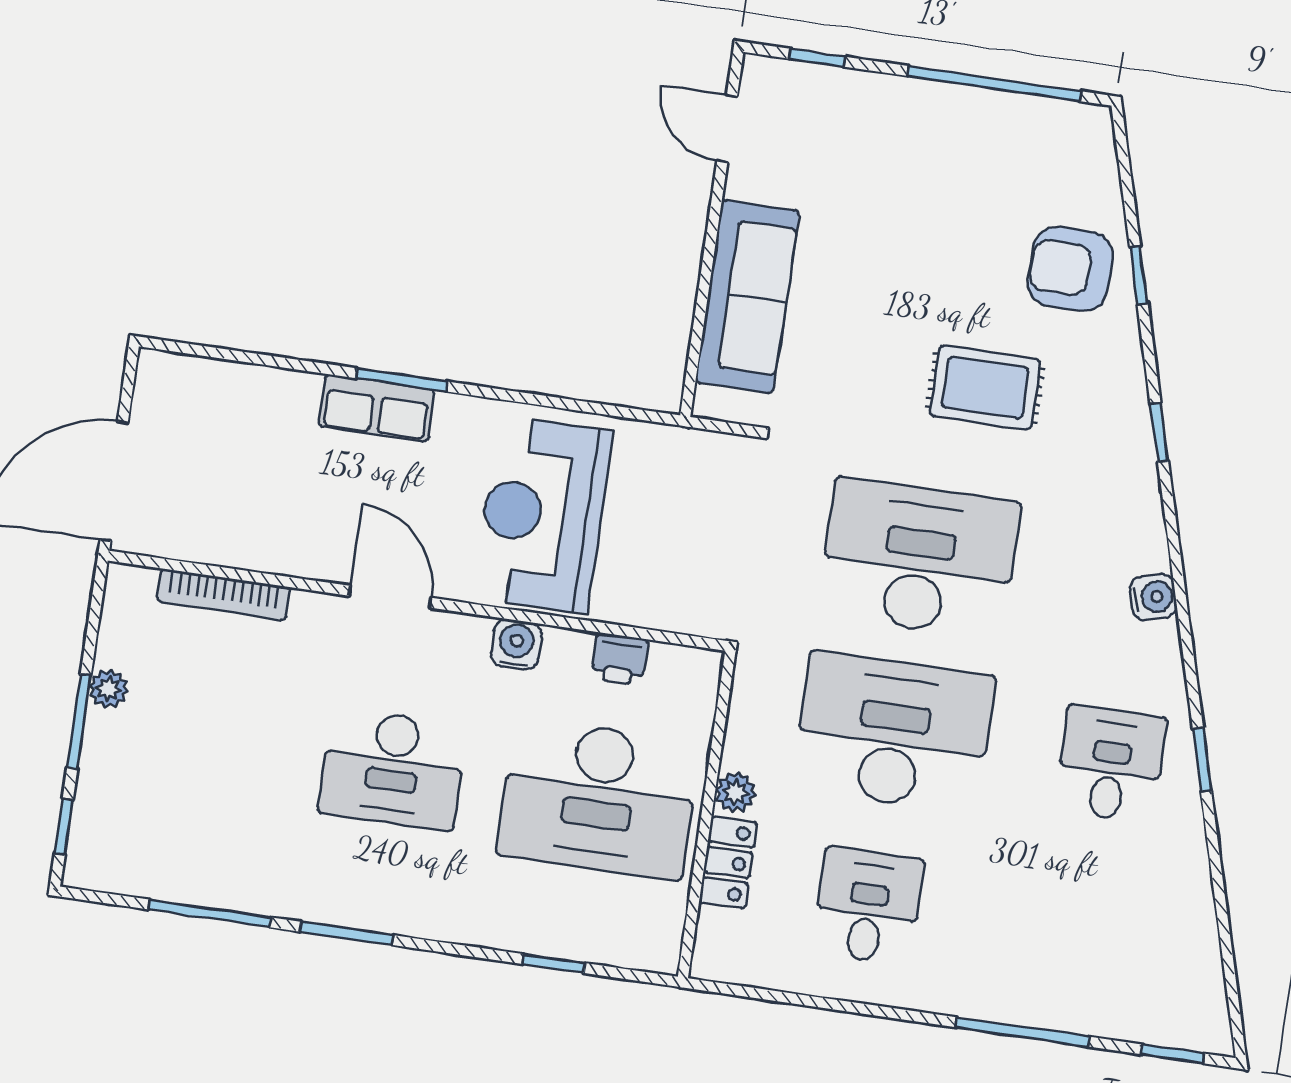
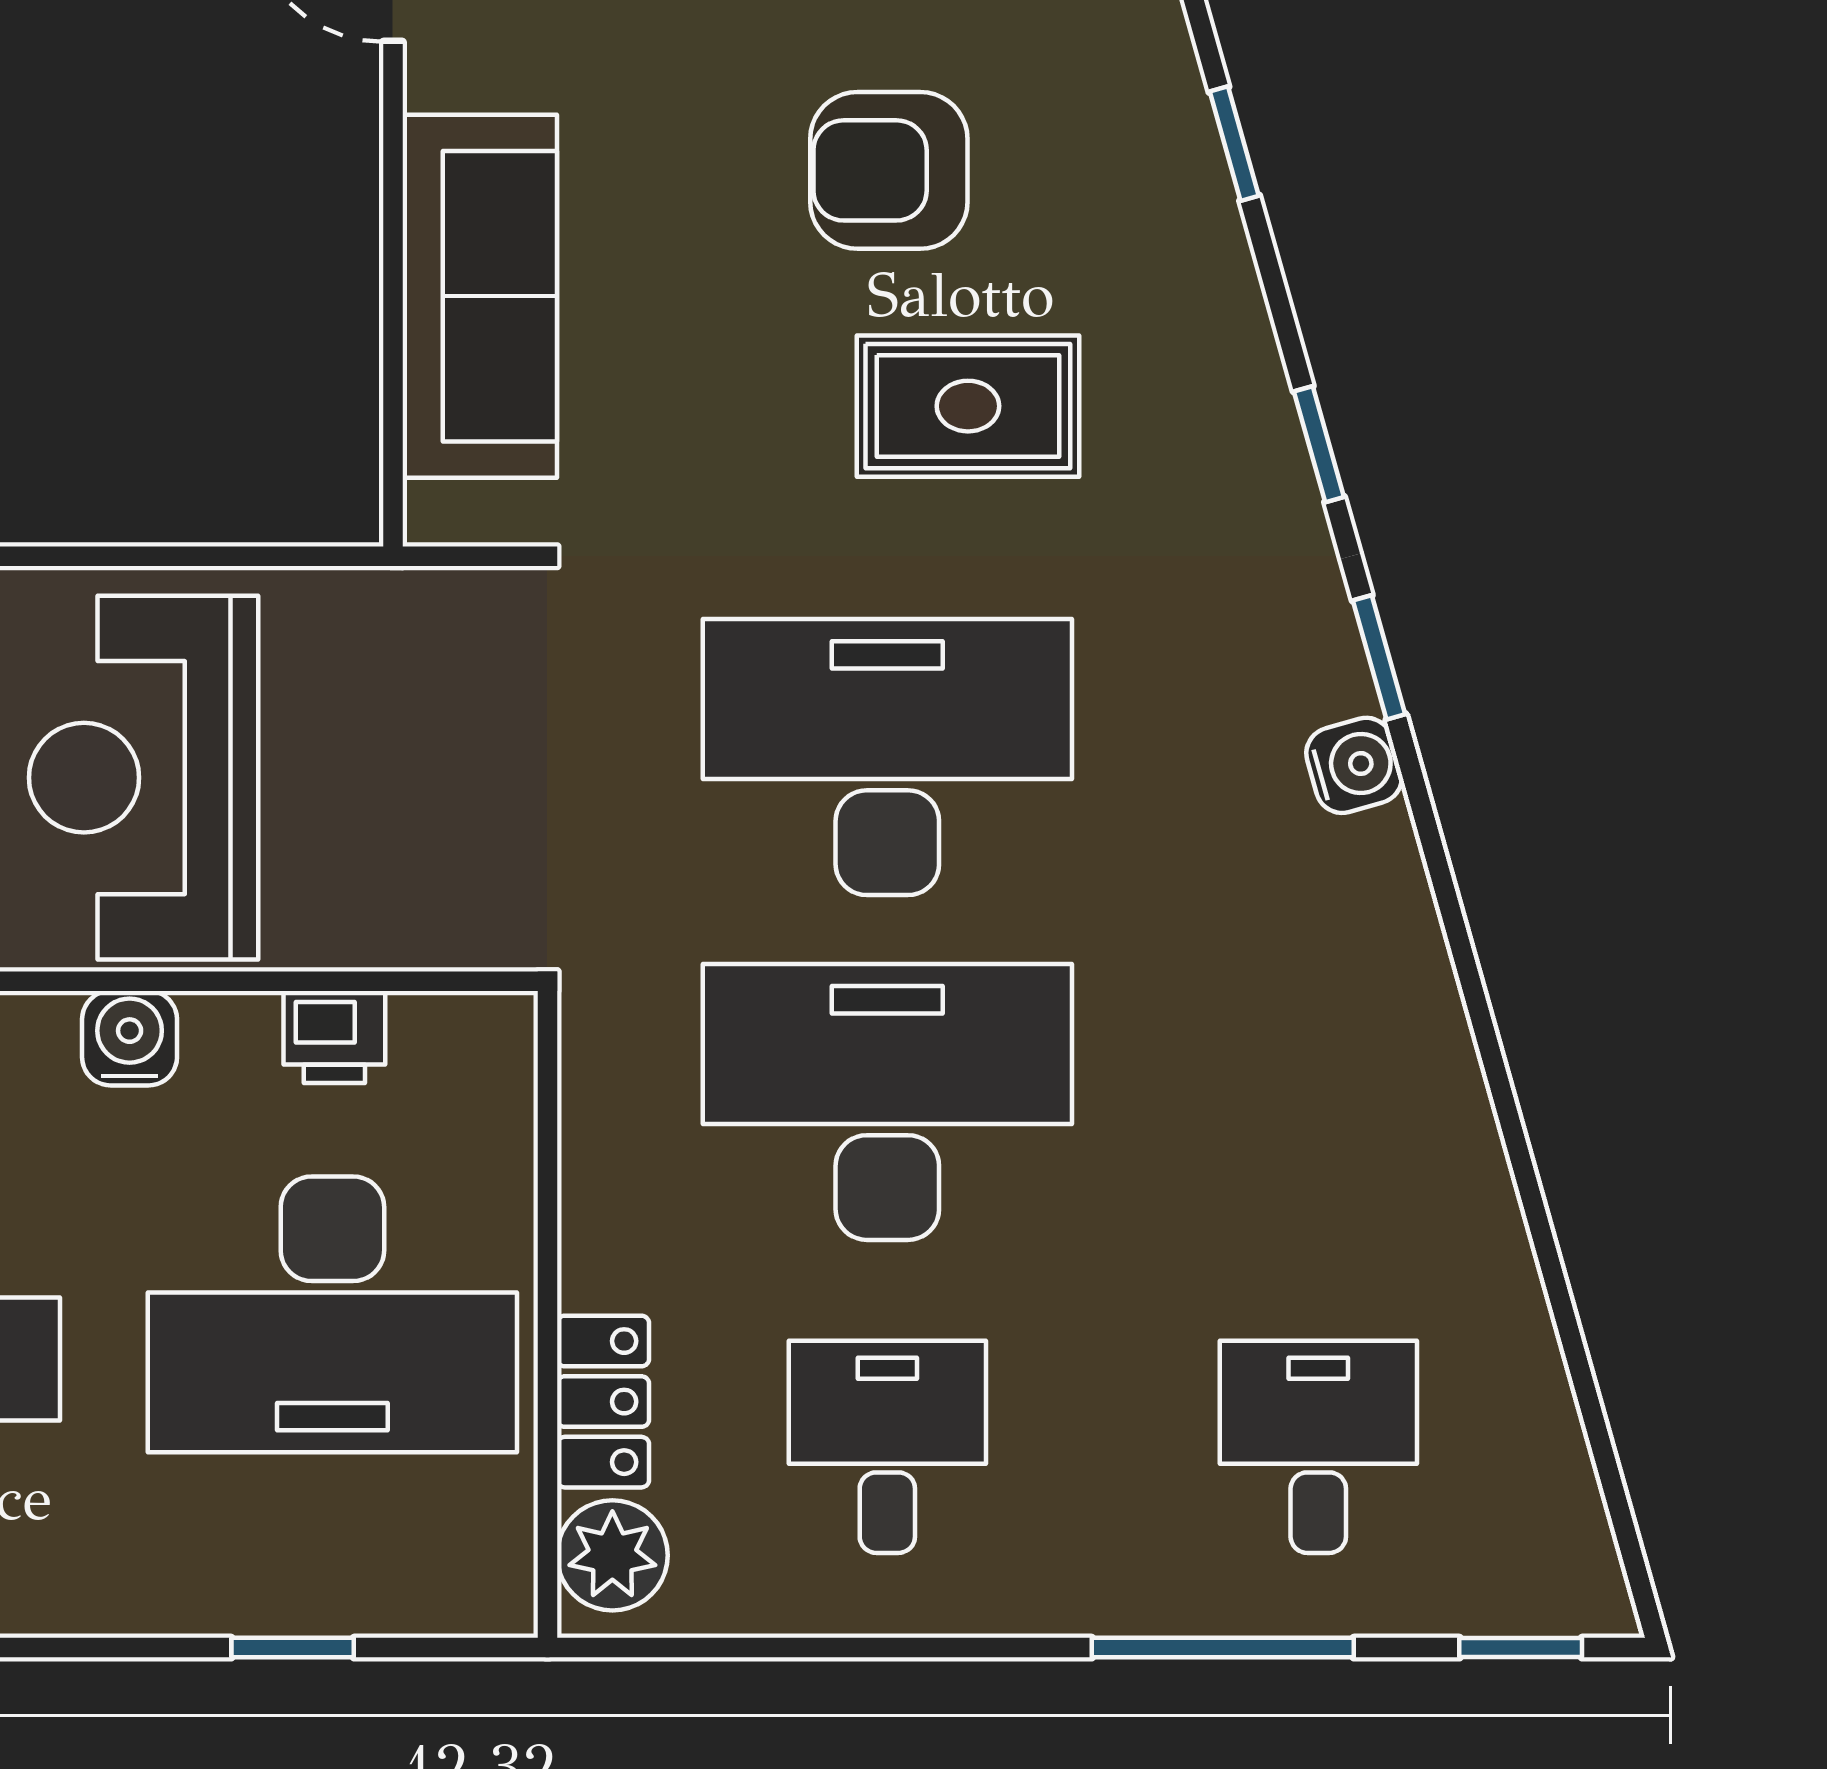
armchair: (1070, 269) -> (889, 170), moved
window: (1202, 760) -> (1379, 657), moved
desk: (1111, 764) -> (1318, 1447), moved
plant: (735, 792) -> (612, 1555), moved, width x1.38, depth x1.38

